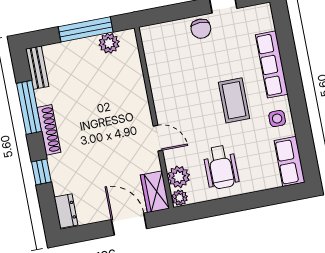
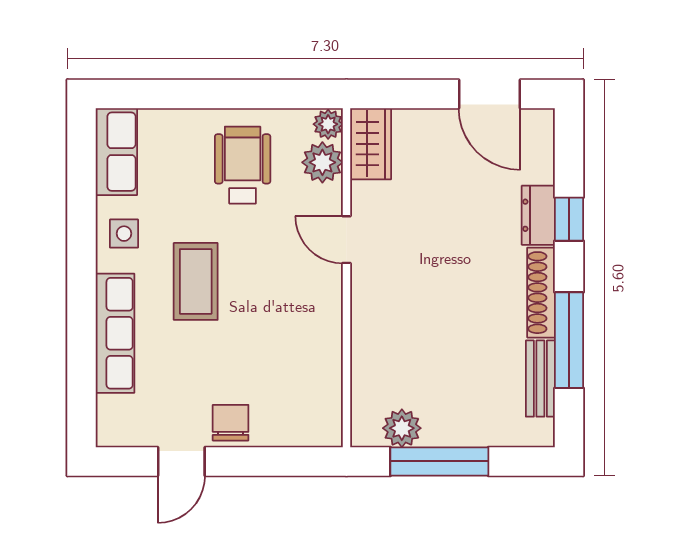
bench: (37, 68) -> (540, 379), moved
dresser: (66, 211) -> (538, 215), moved
door: (129, 224) -> (490, 94), moved

